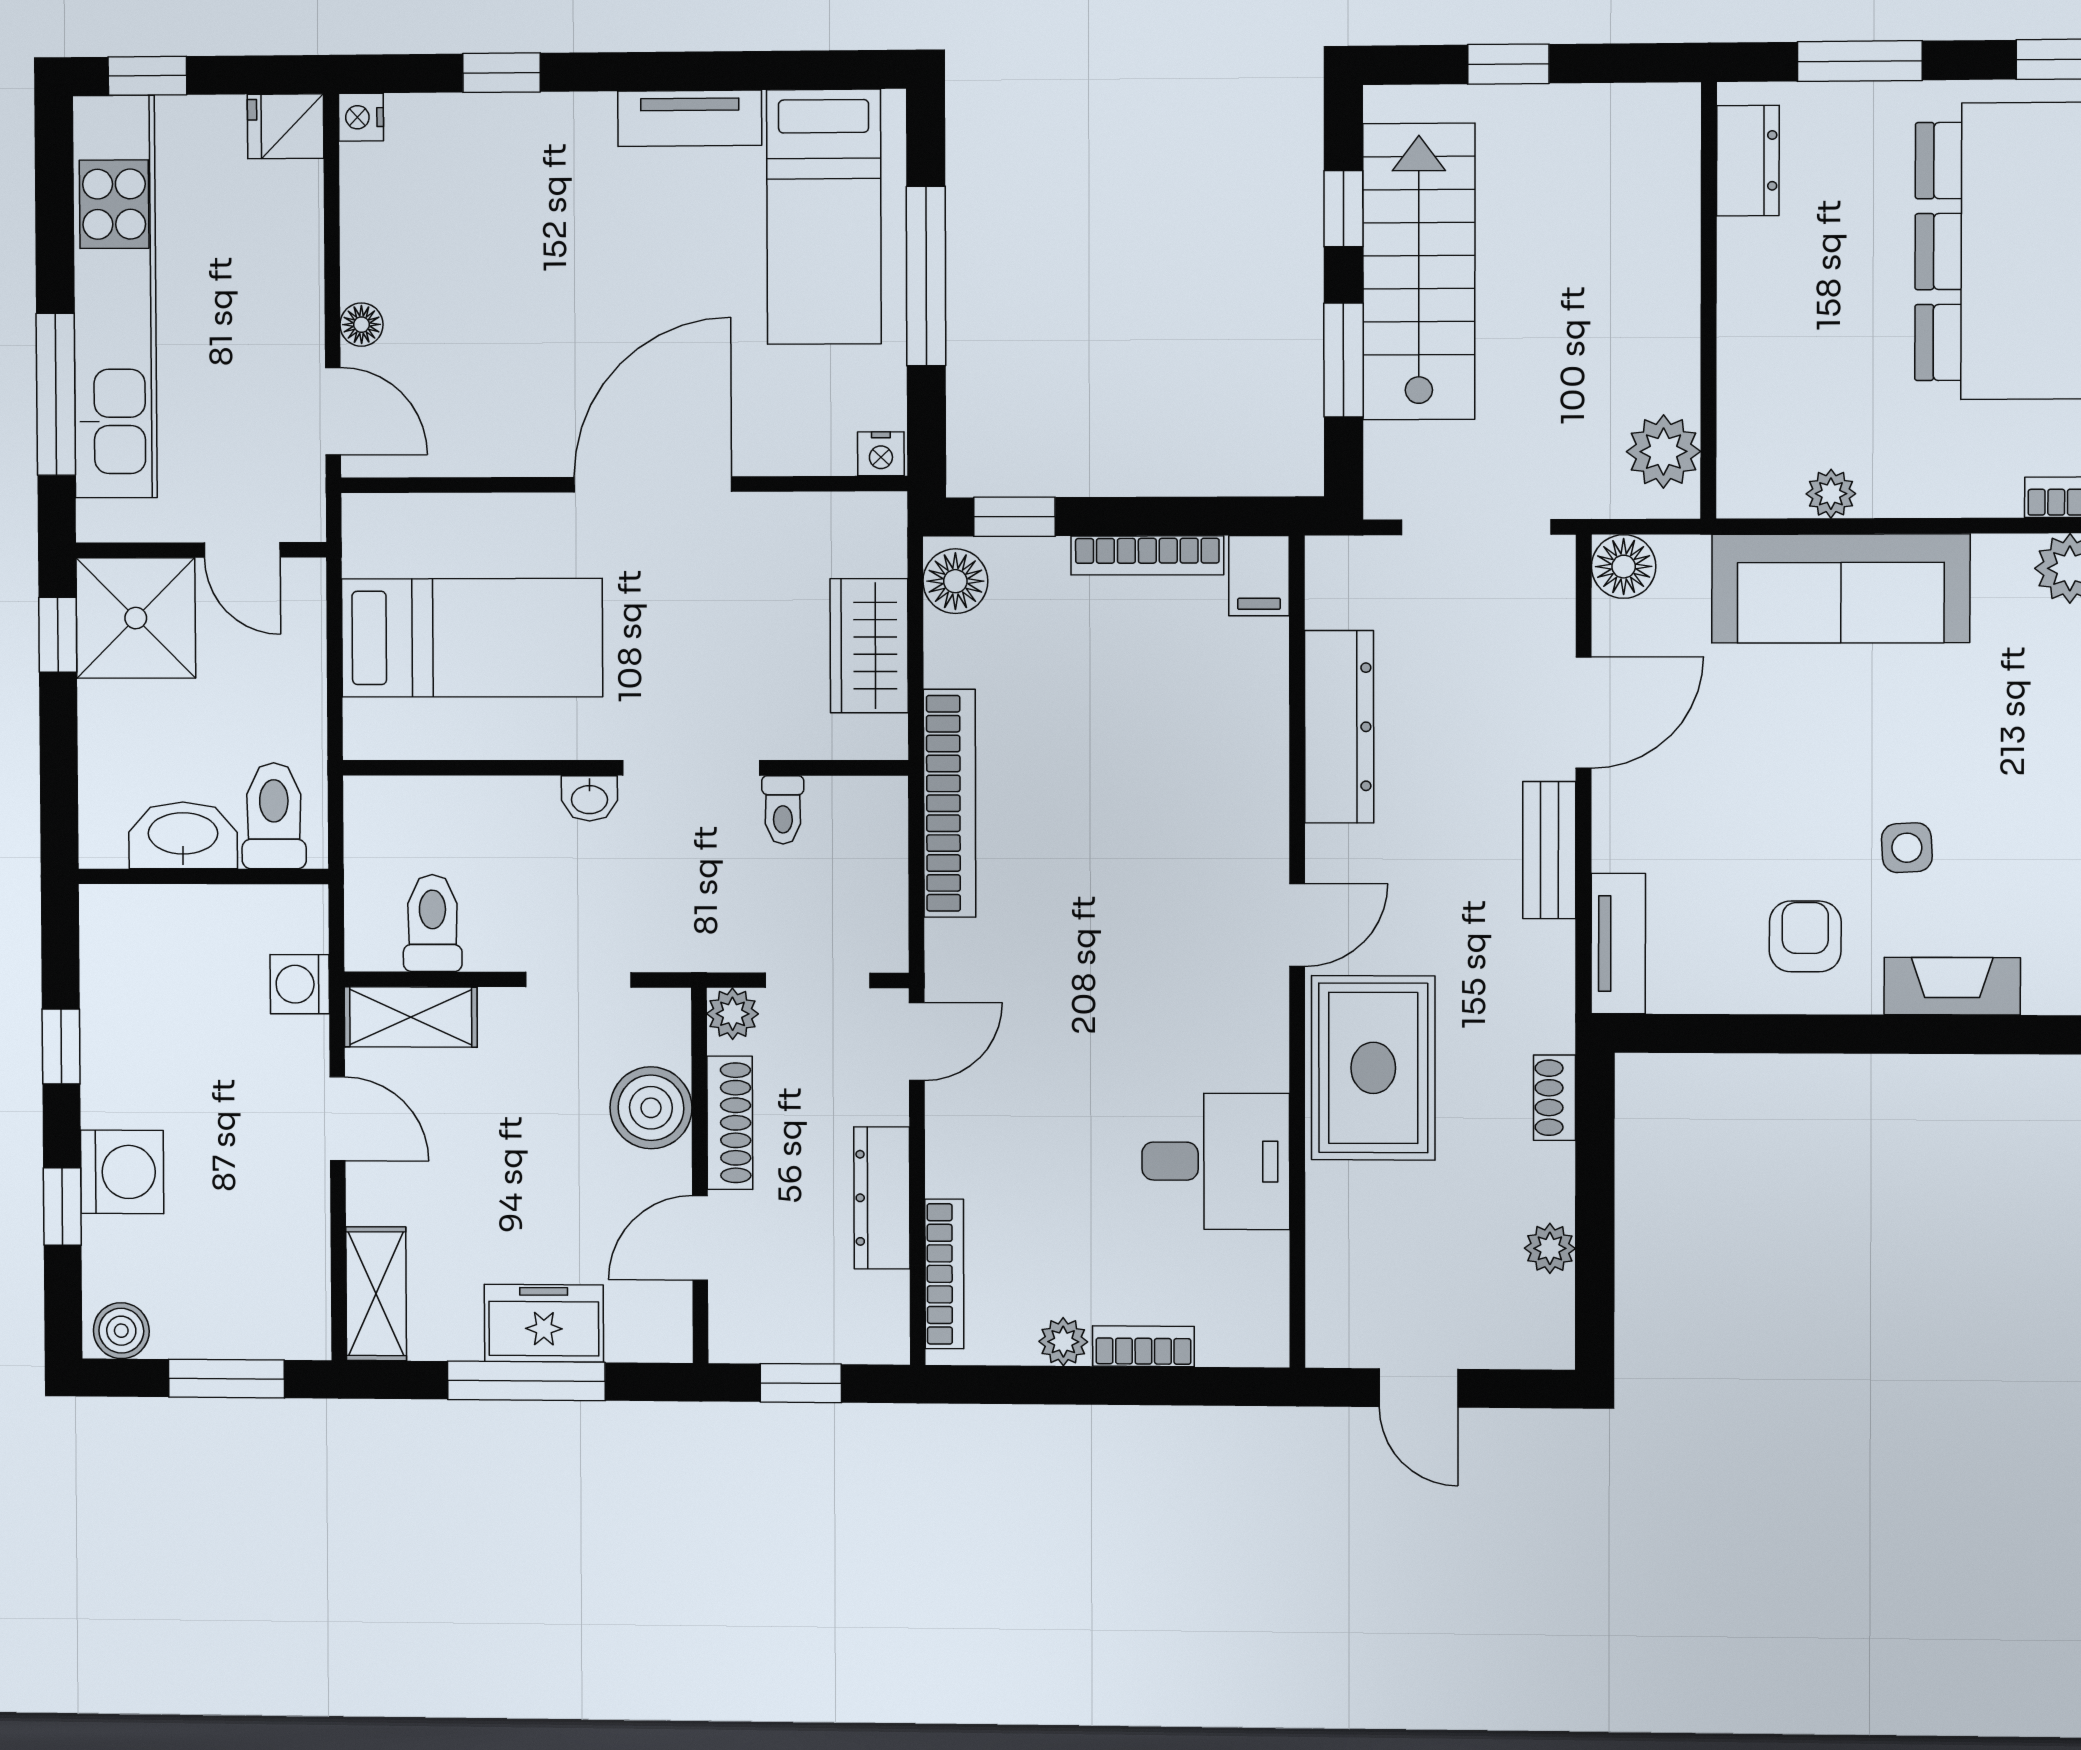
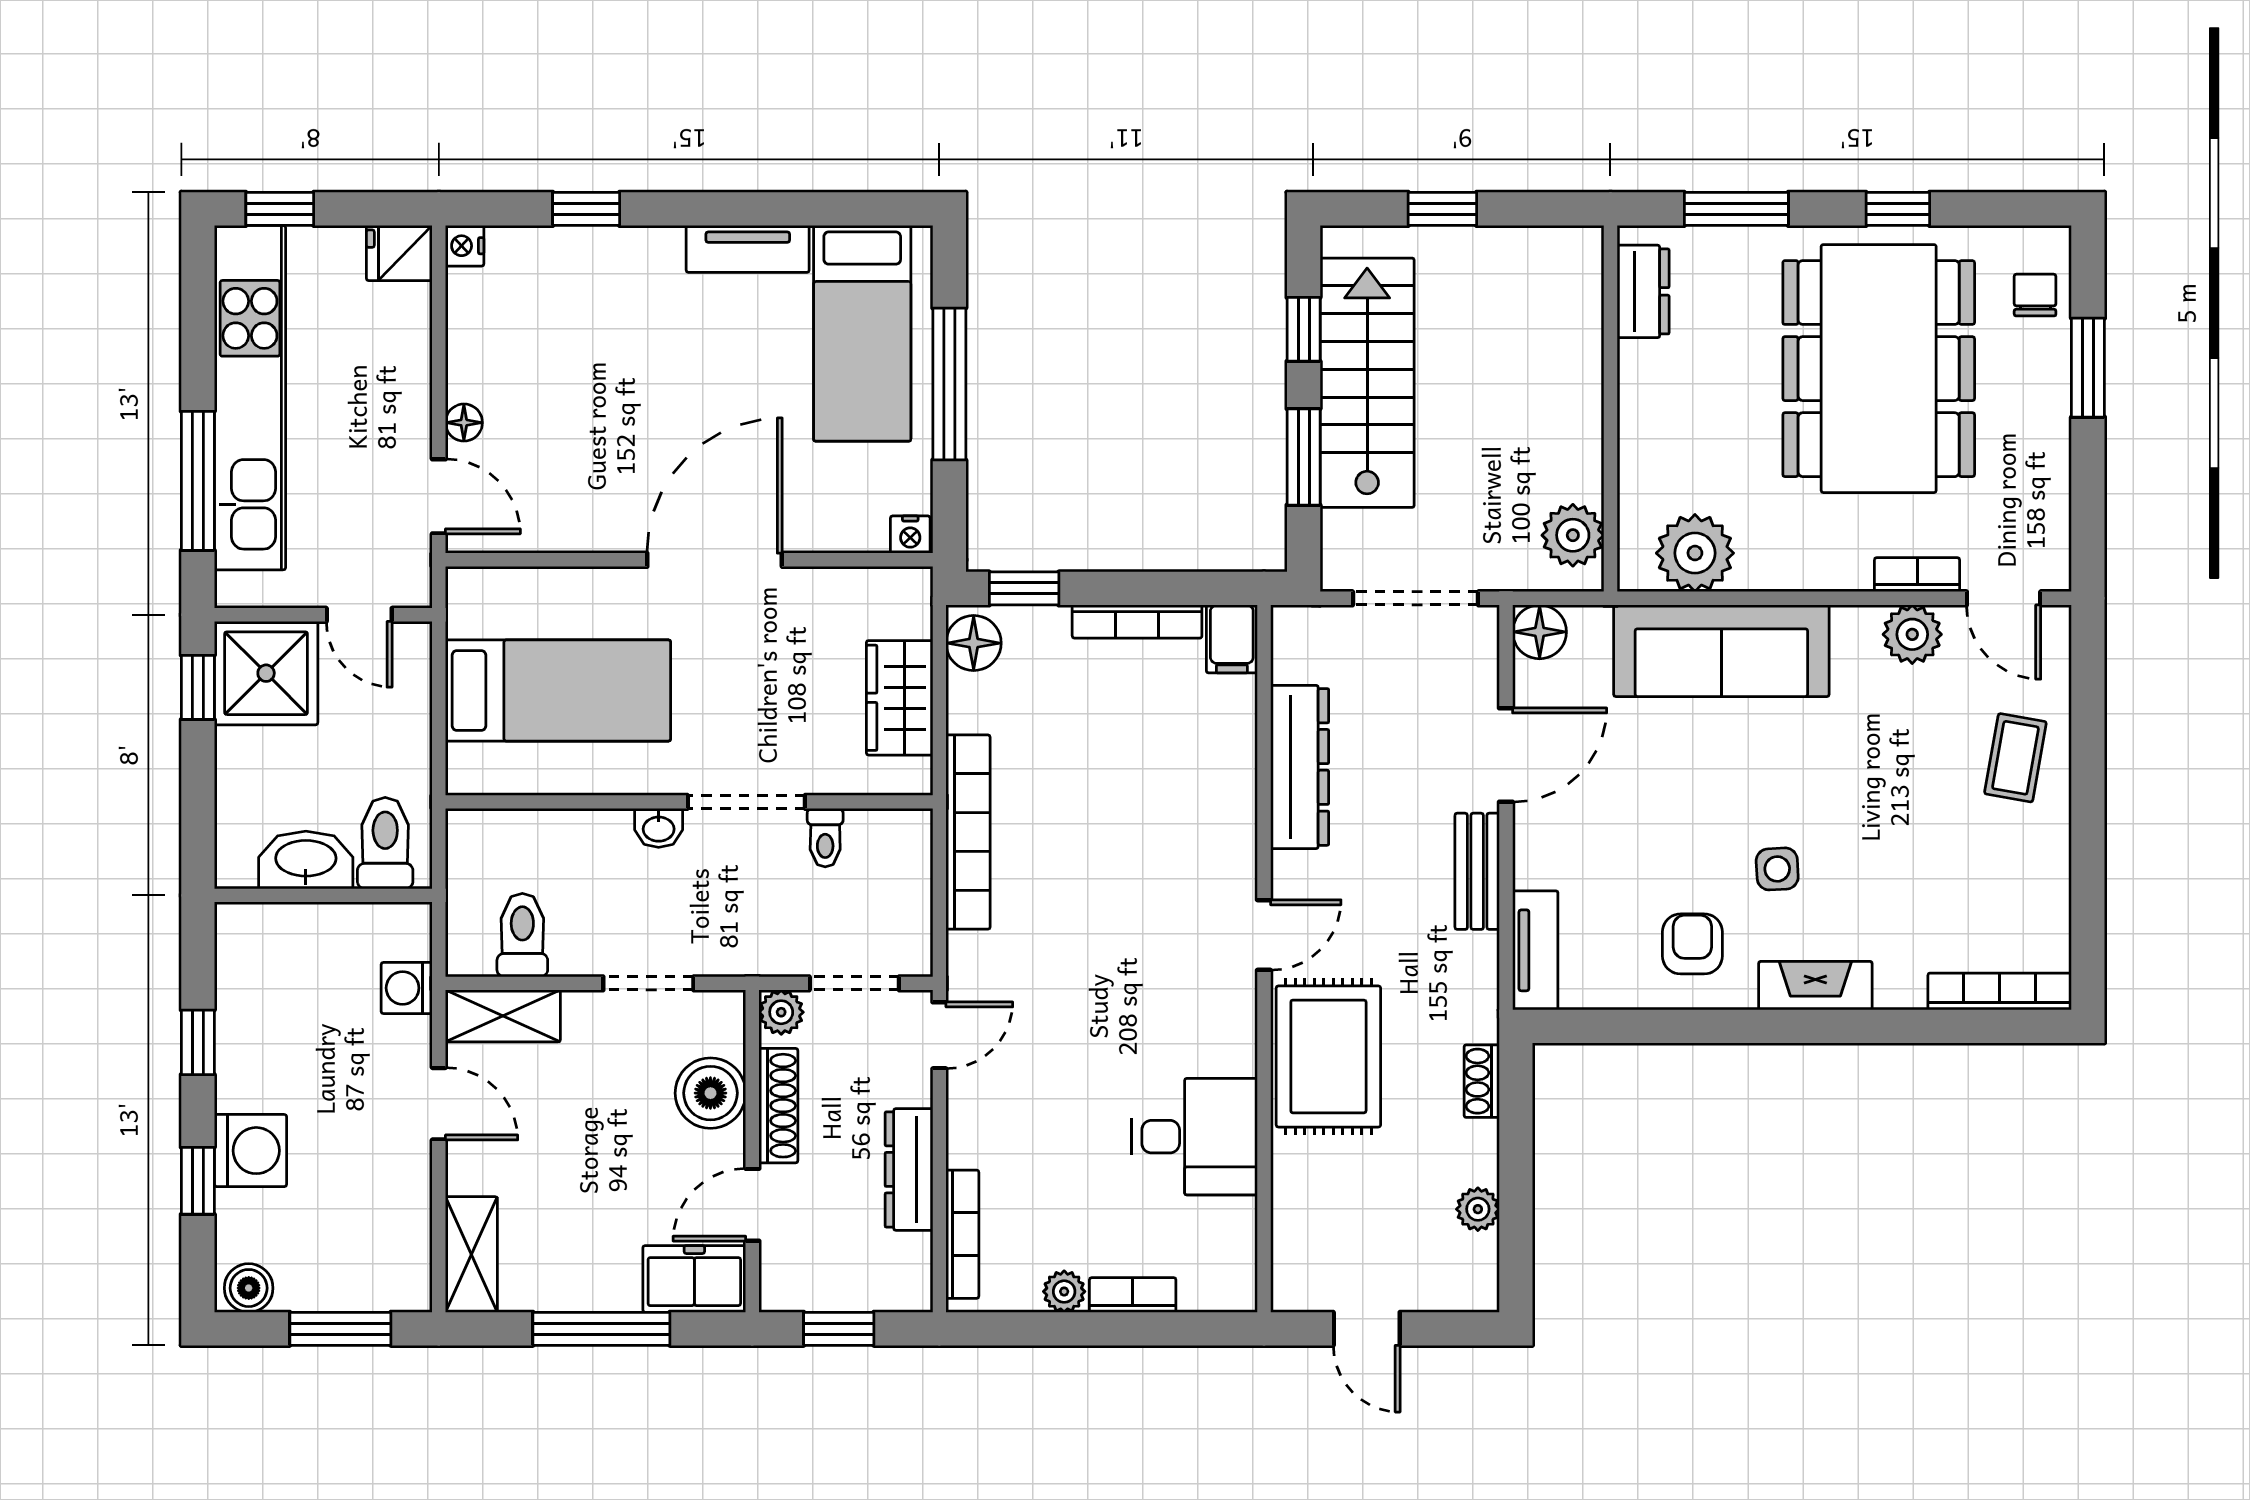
plant: (1831, 494) -> (1695, 553), width x1.88, depth x1.88
freezer: (544, 1323) -> (694, 1279), moved

